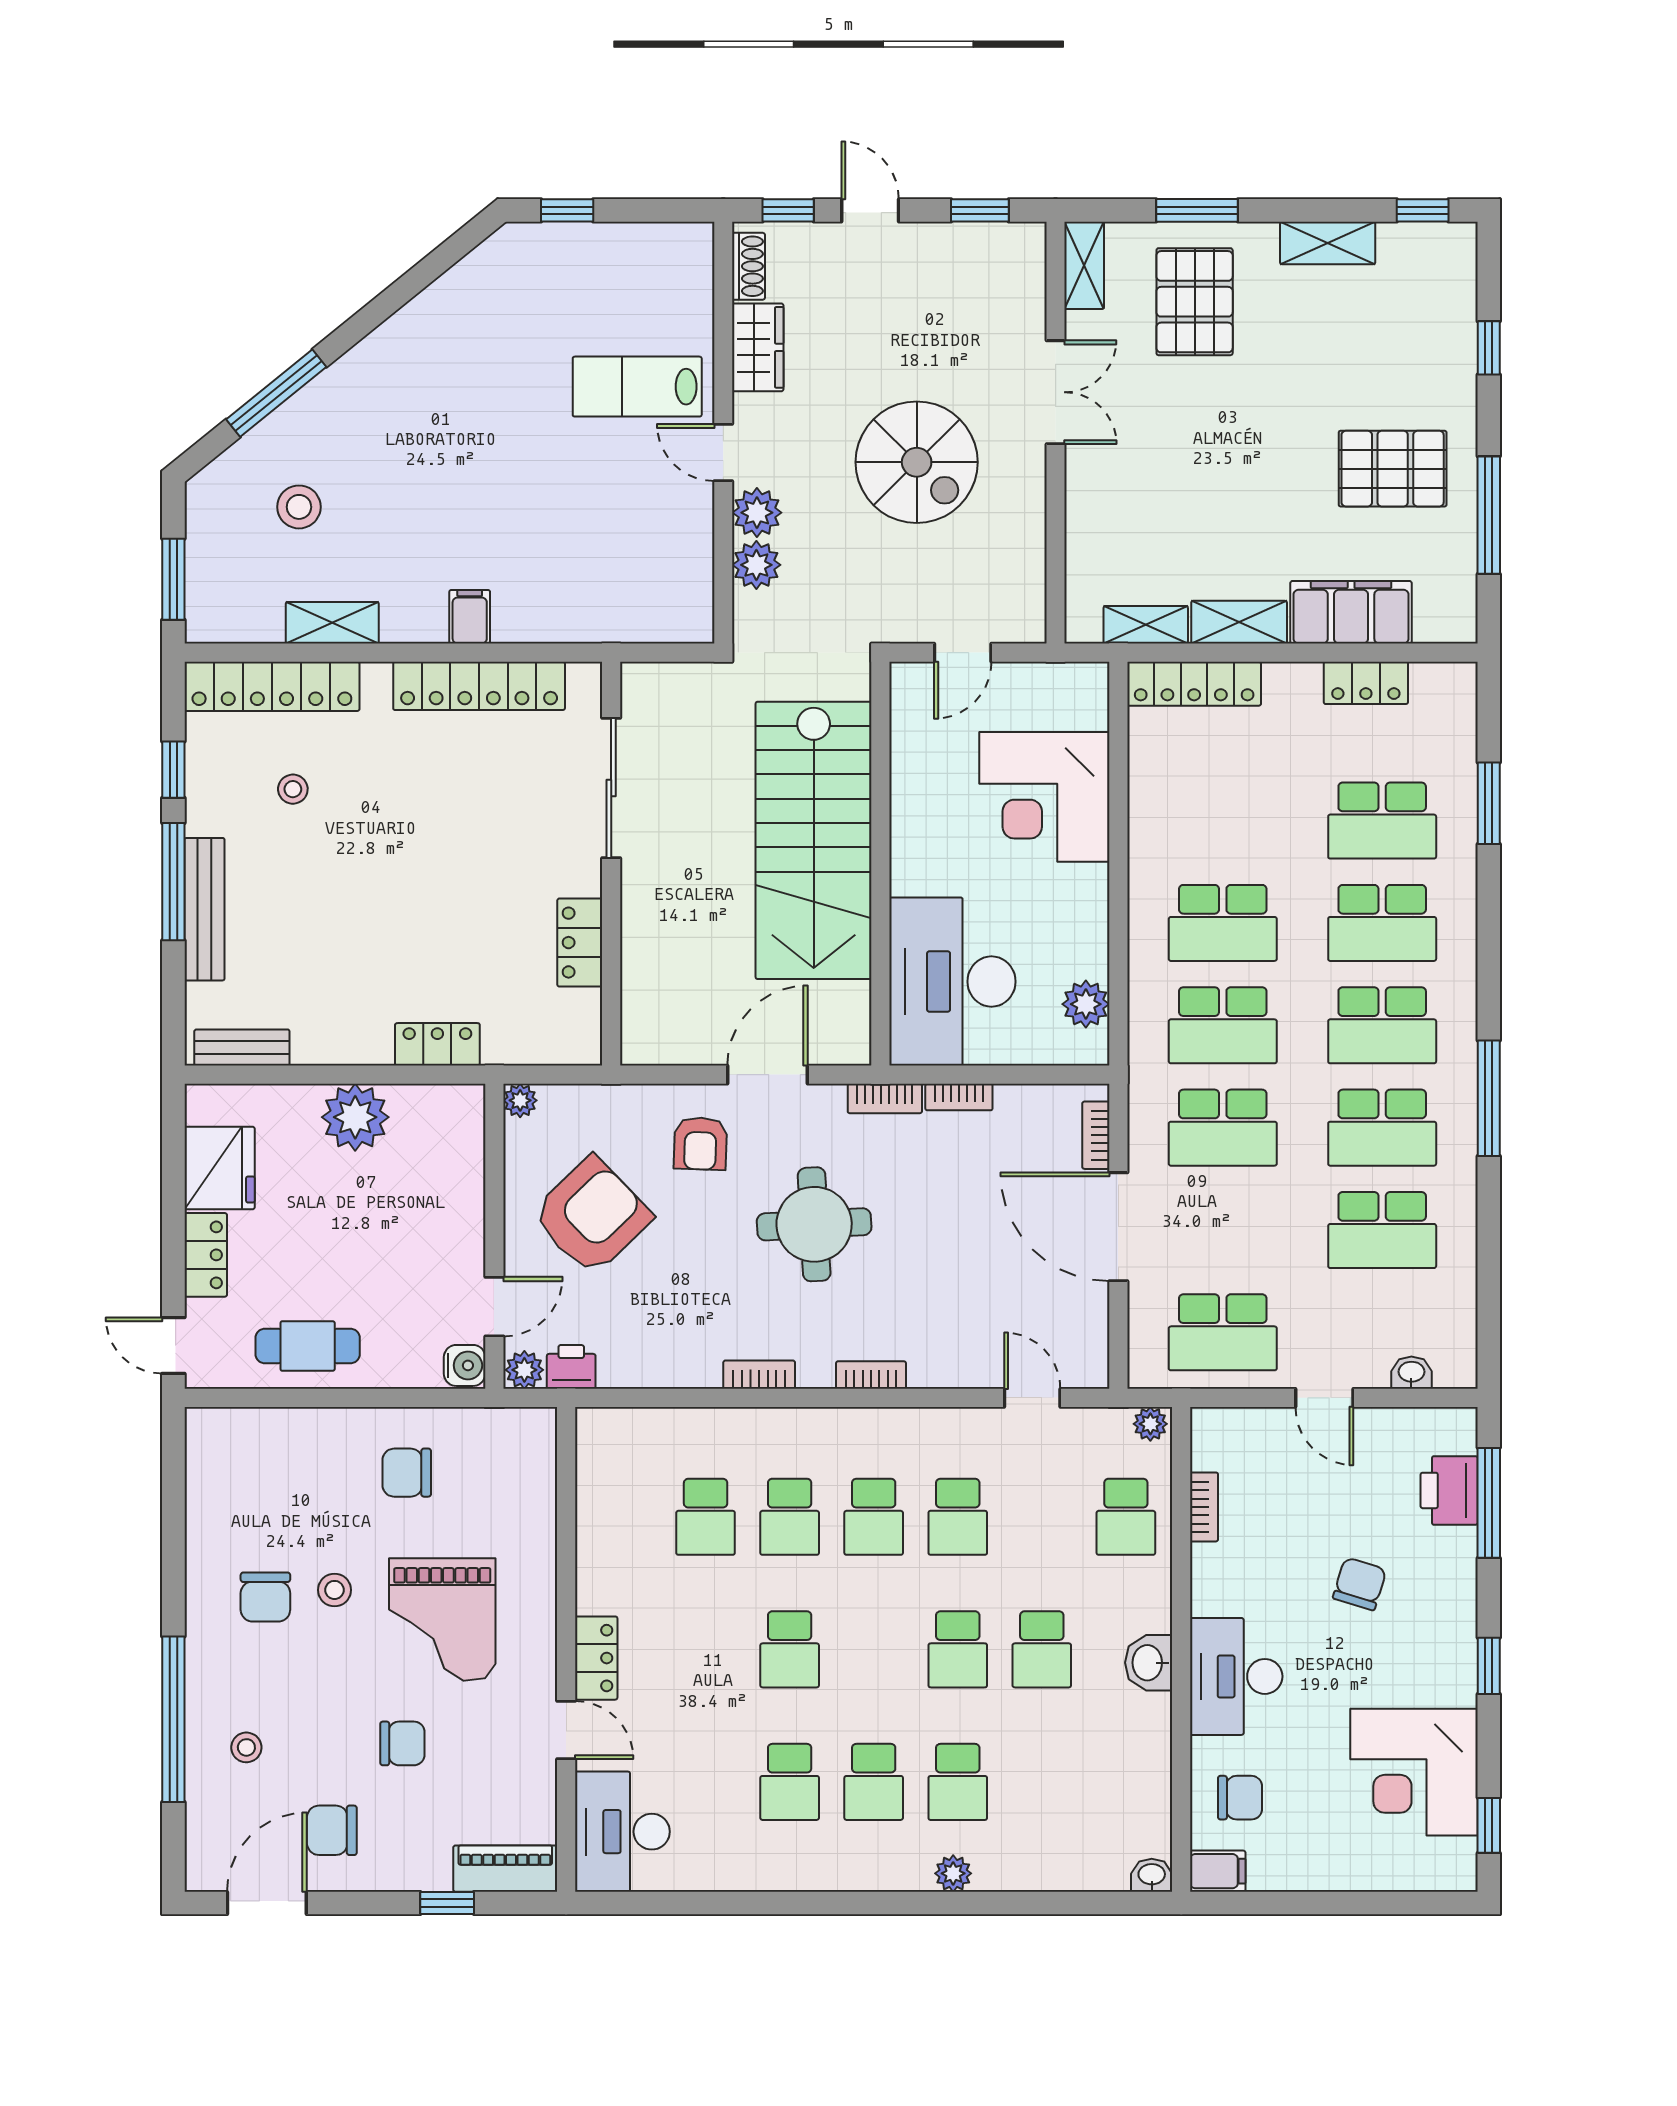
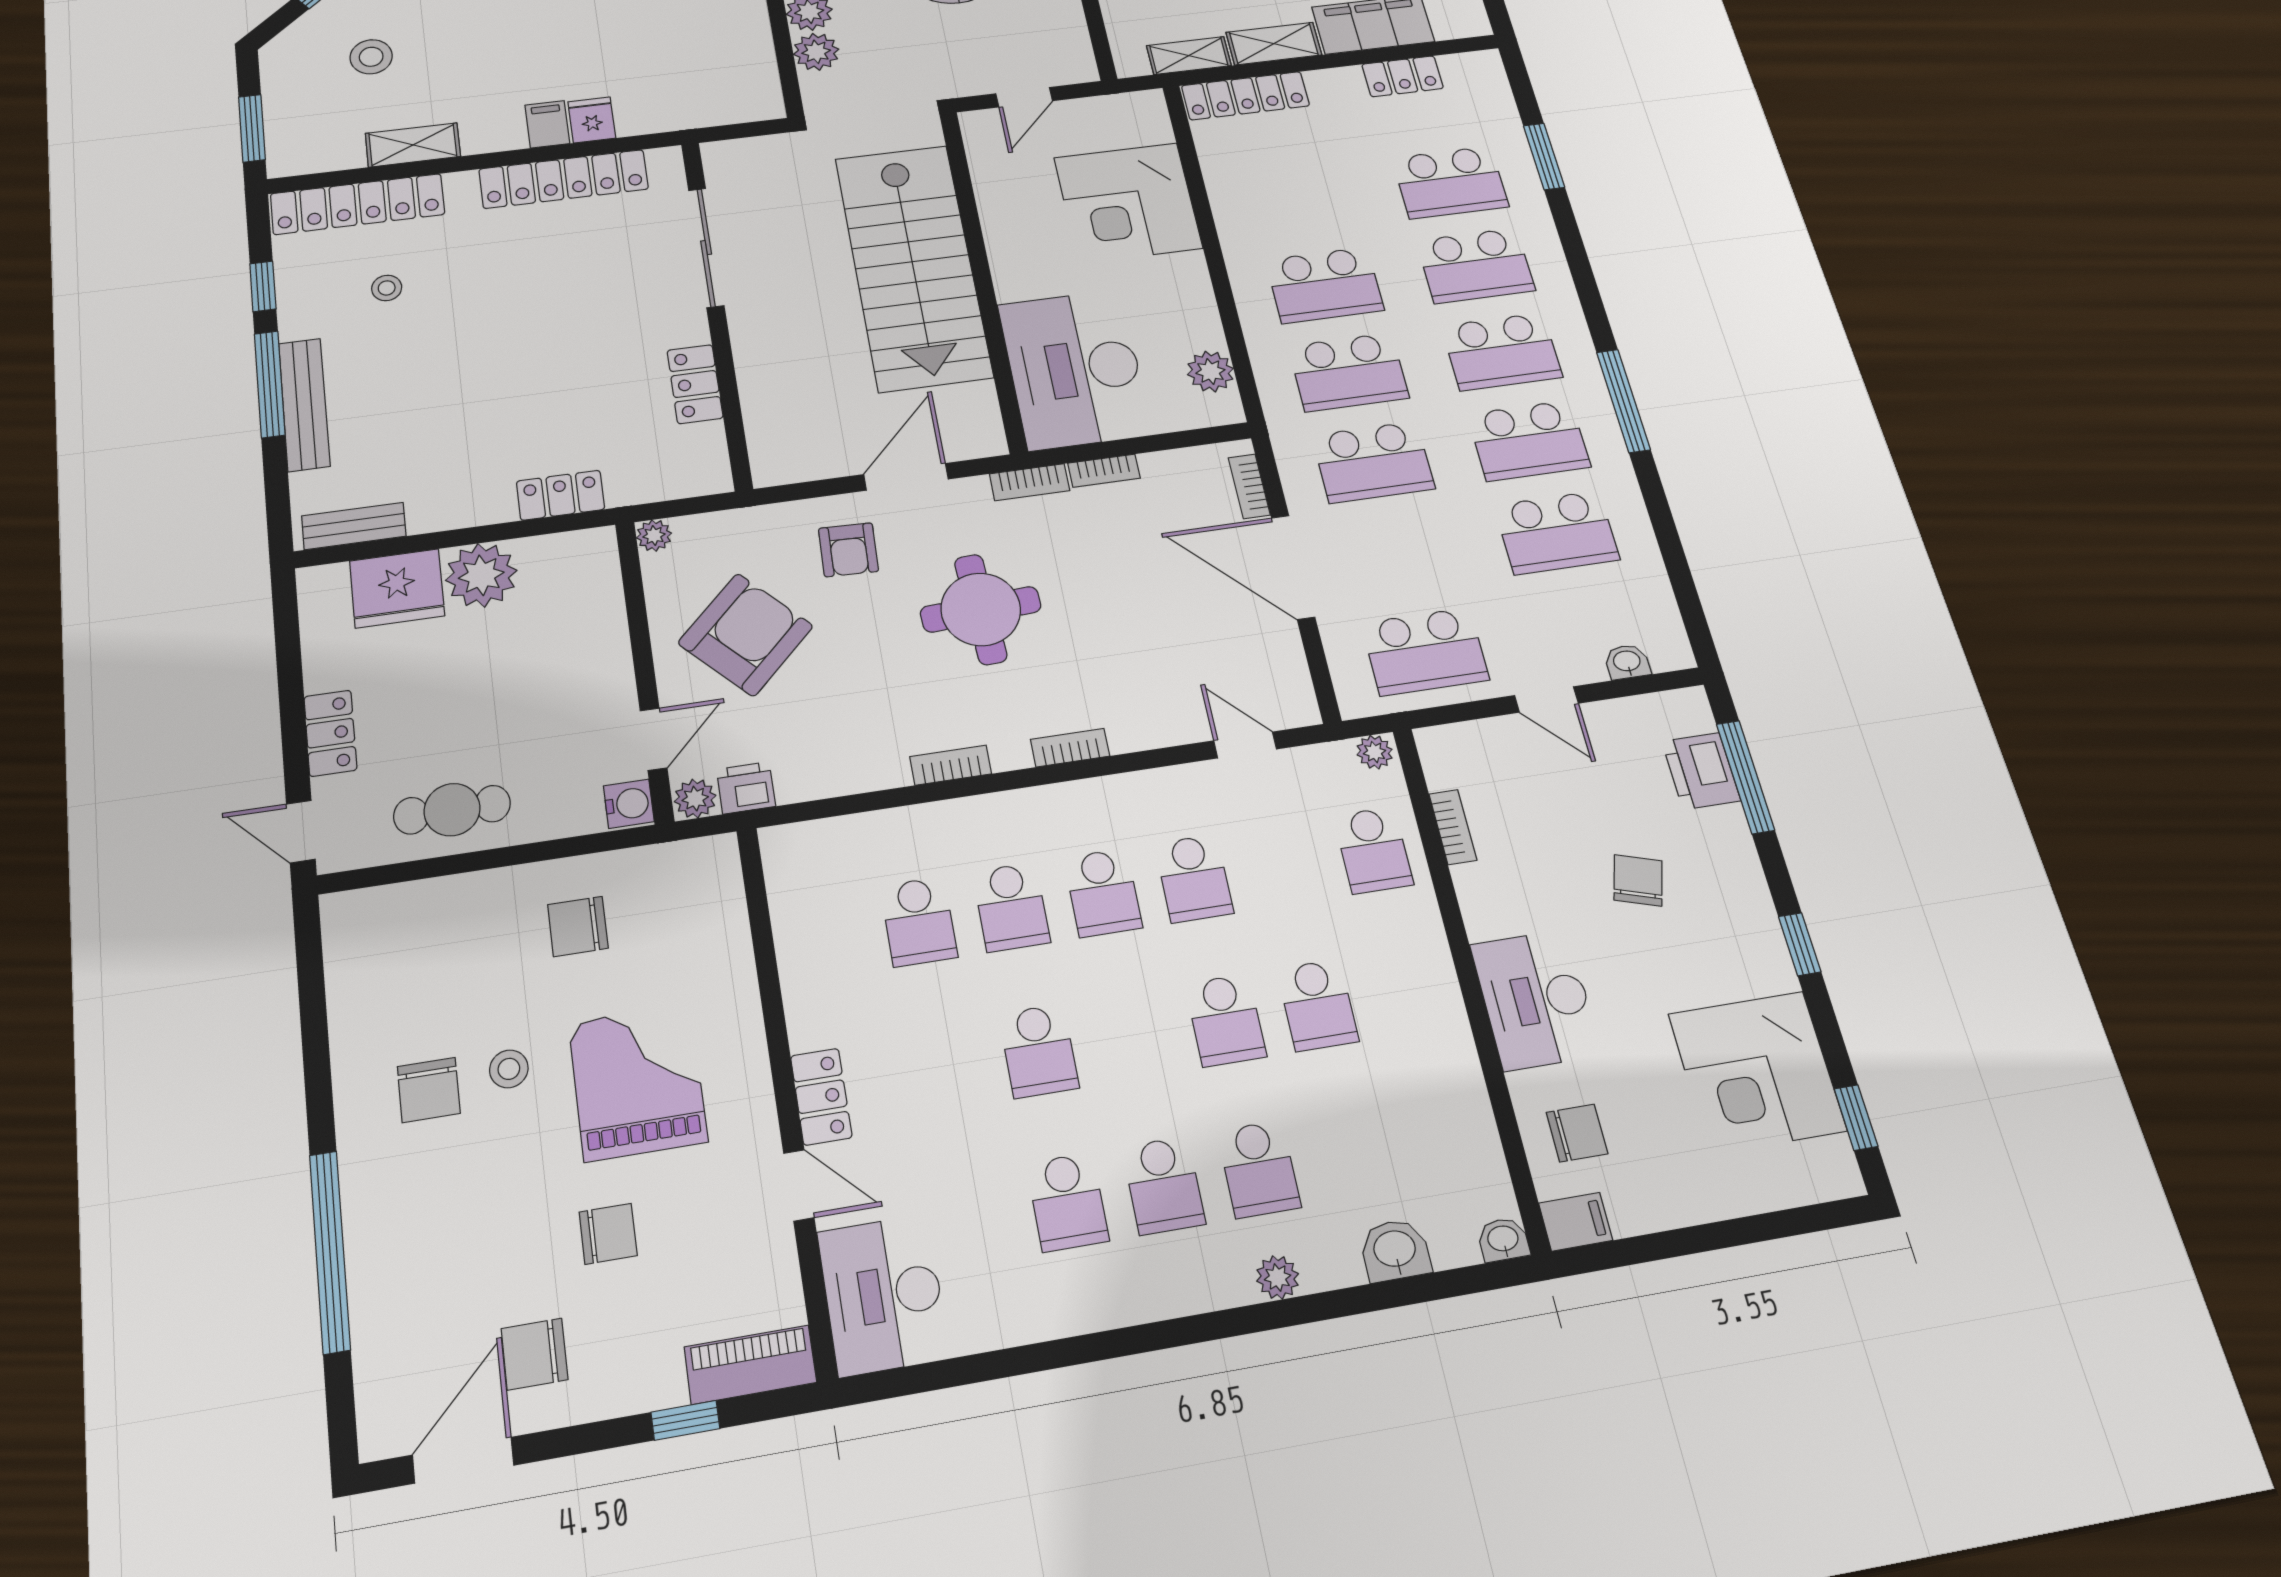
fridge: (515, 618) -> (592, 120), added
fridge: (220, 1168) -> (397, 588), moved, turned 90
grand piano: (442, 1620) -> (638, 1082), turned 180
washbasin: (1149, 1663) -> (1395, 1250), moved, turned 90
stool: (246, 1747) -> (421, 1270), removed

